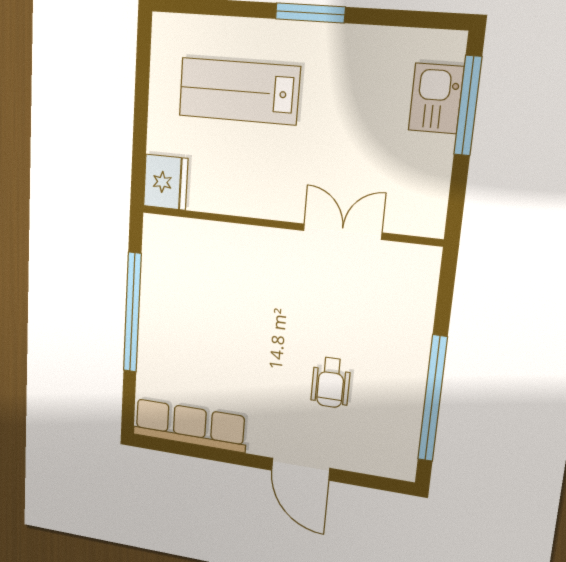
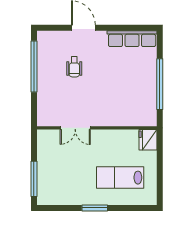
lab bench: (239, 91) -> (120, 178), turned 180
kitchen sink: (436, 99) -> (46, 181), removed
wheelchair: (331, 382) -> (74, 67), turned 180

